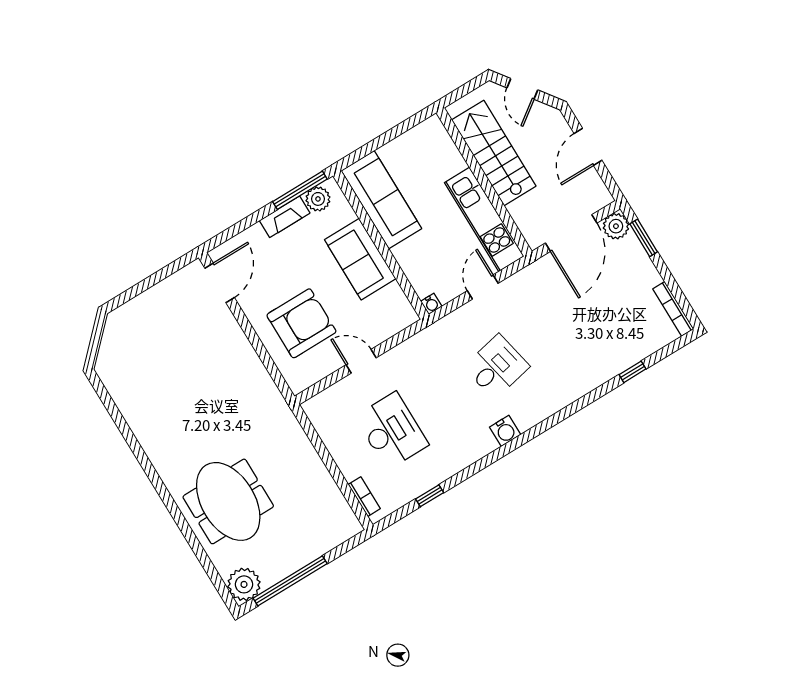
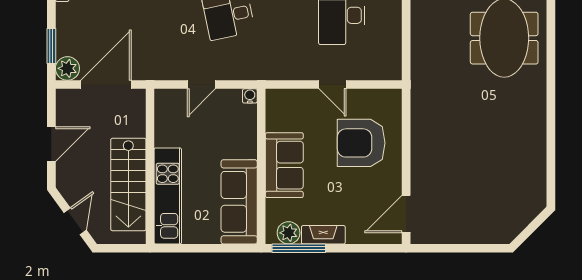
kitchen unit: (484, 219) -> (168, 196), moved

